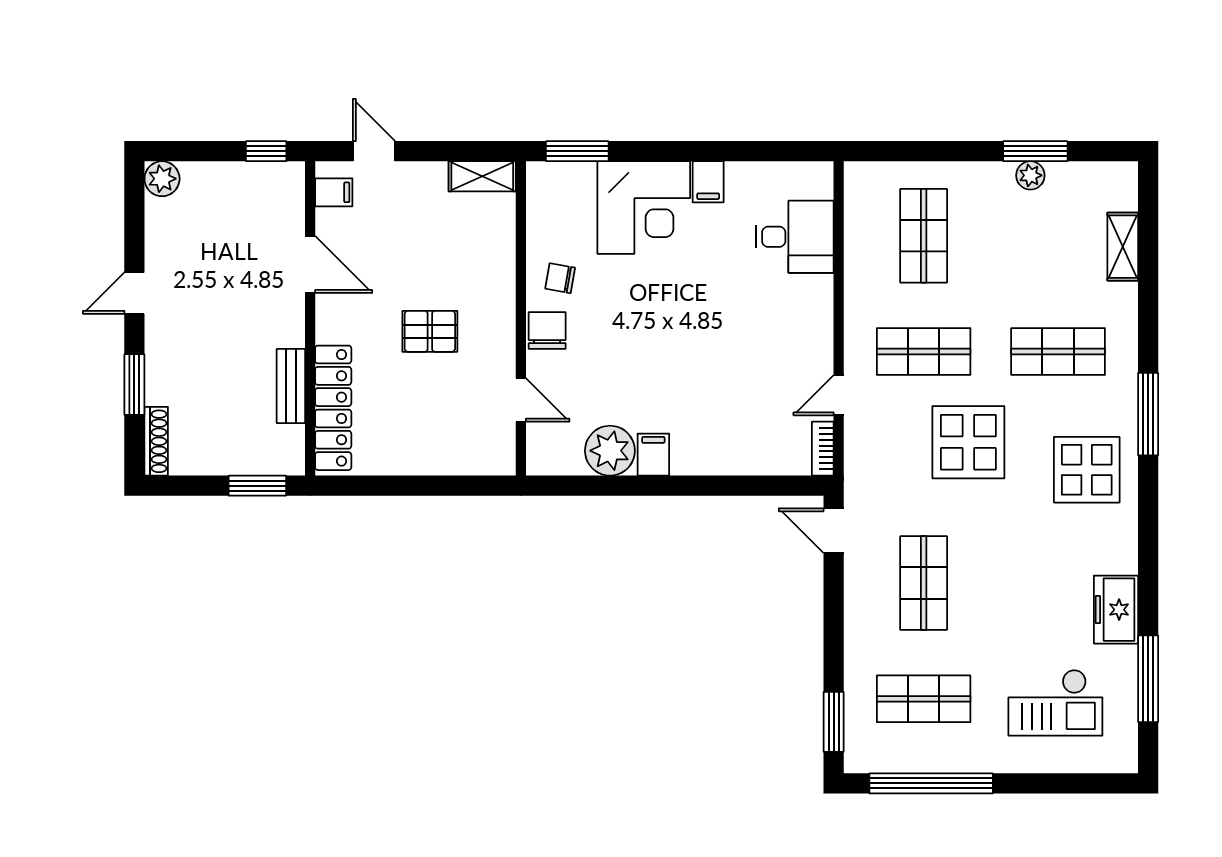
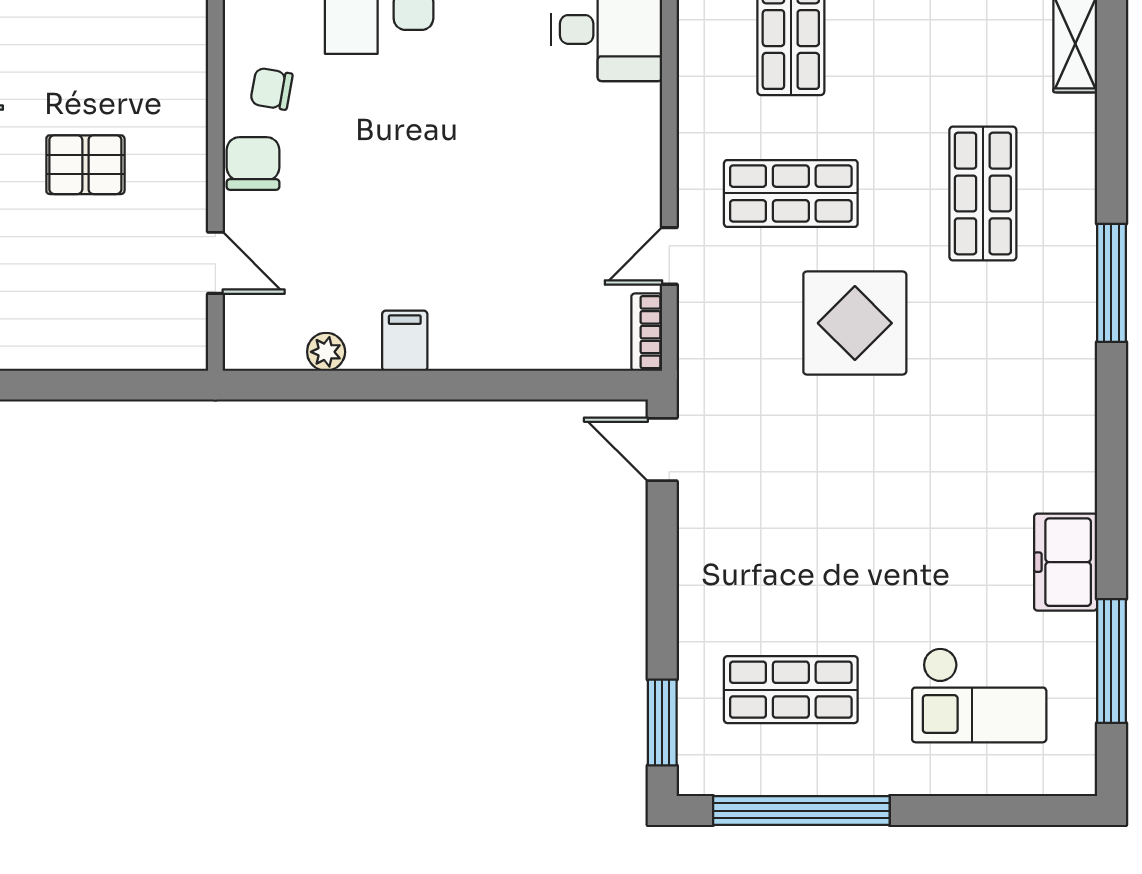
shop shelf: (1058, 352) -> (983, 193), turned 90
plant: (610, 451) -> (326, 352), width x0.53, depth x0.53
display table: (1087, 470) -> (1024, 362), removed
shop shelf: (924, 583) -> (791, 524), removed

